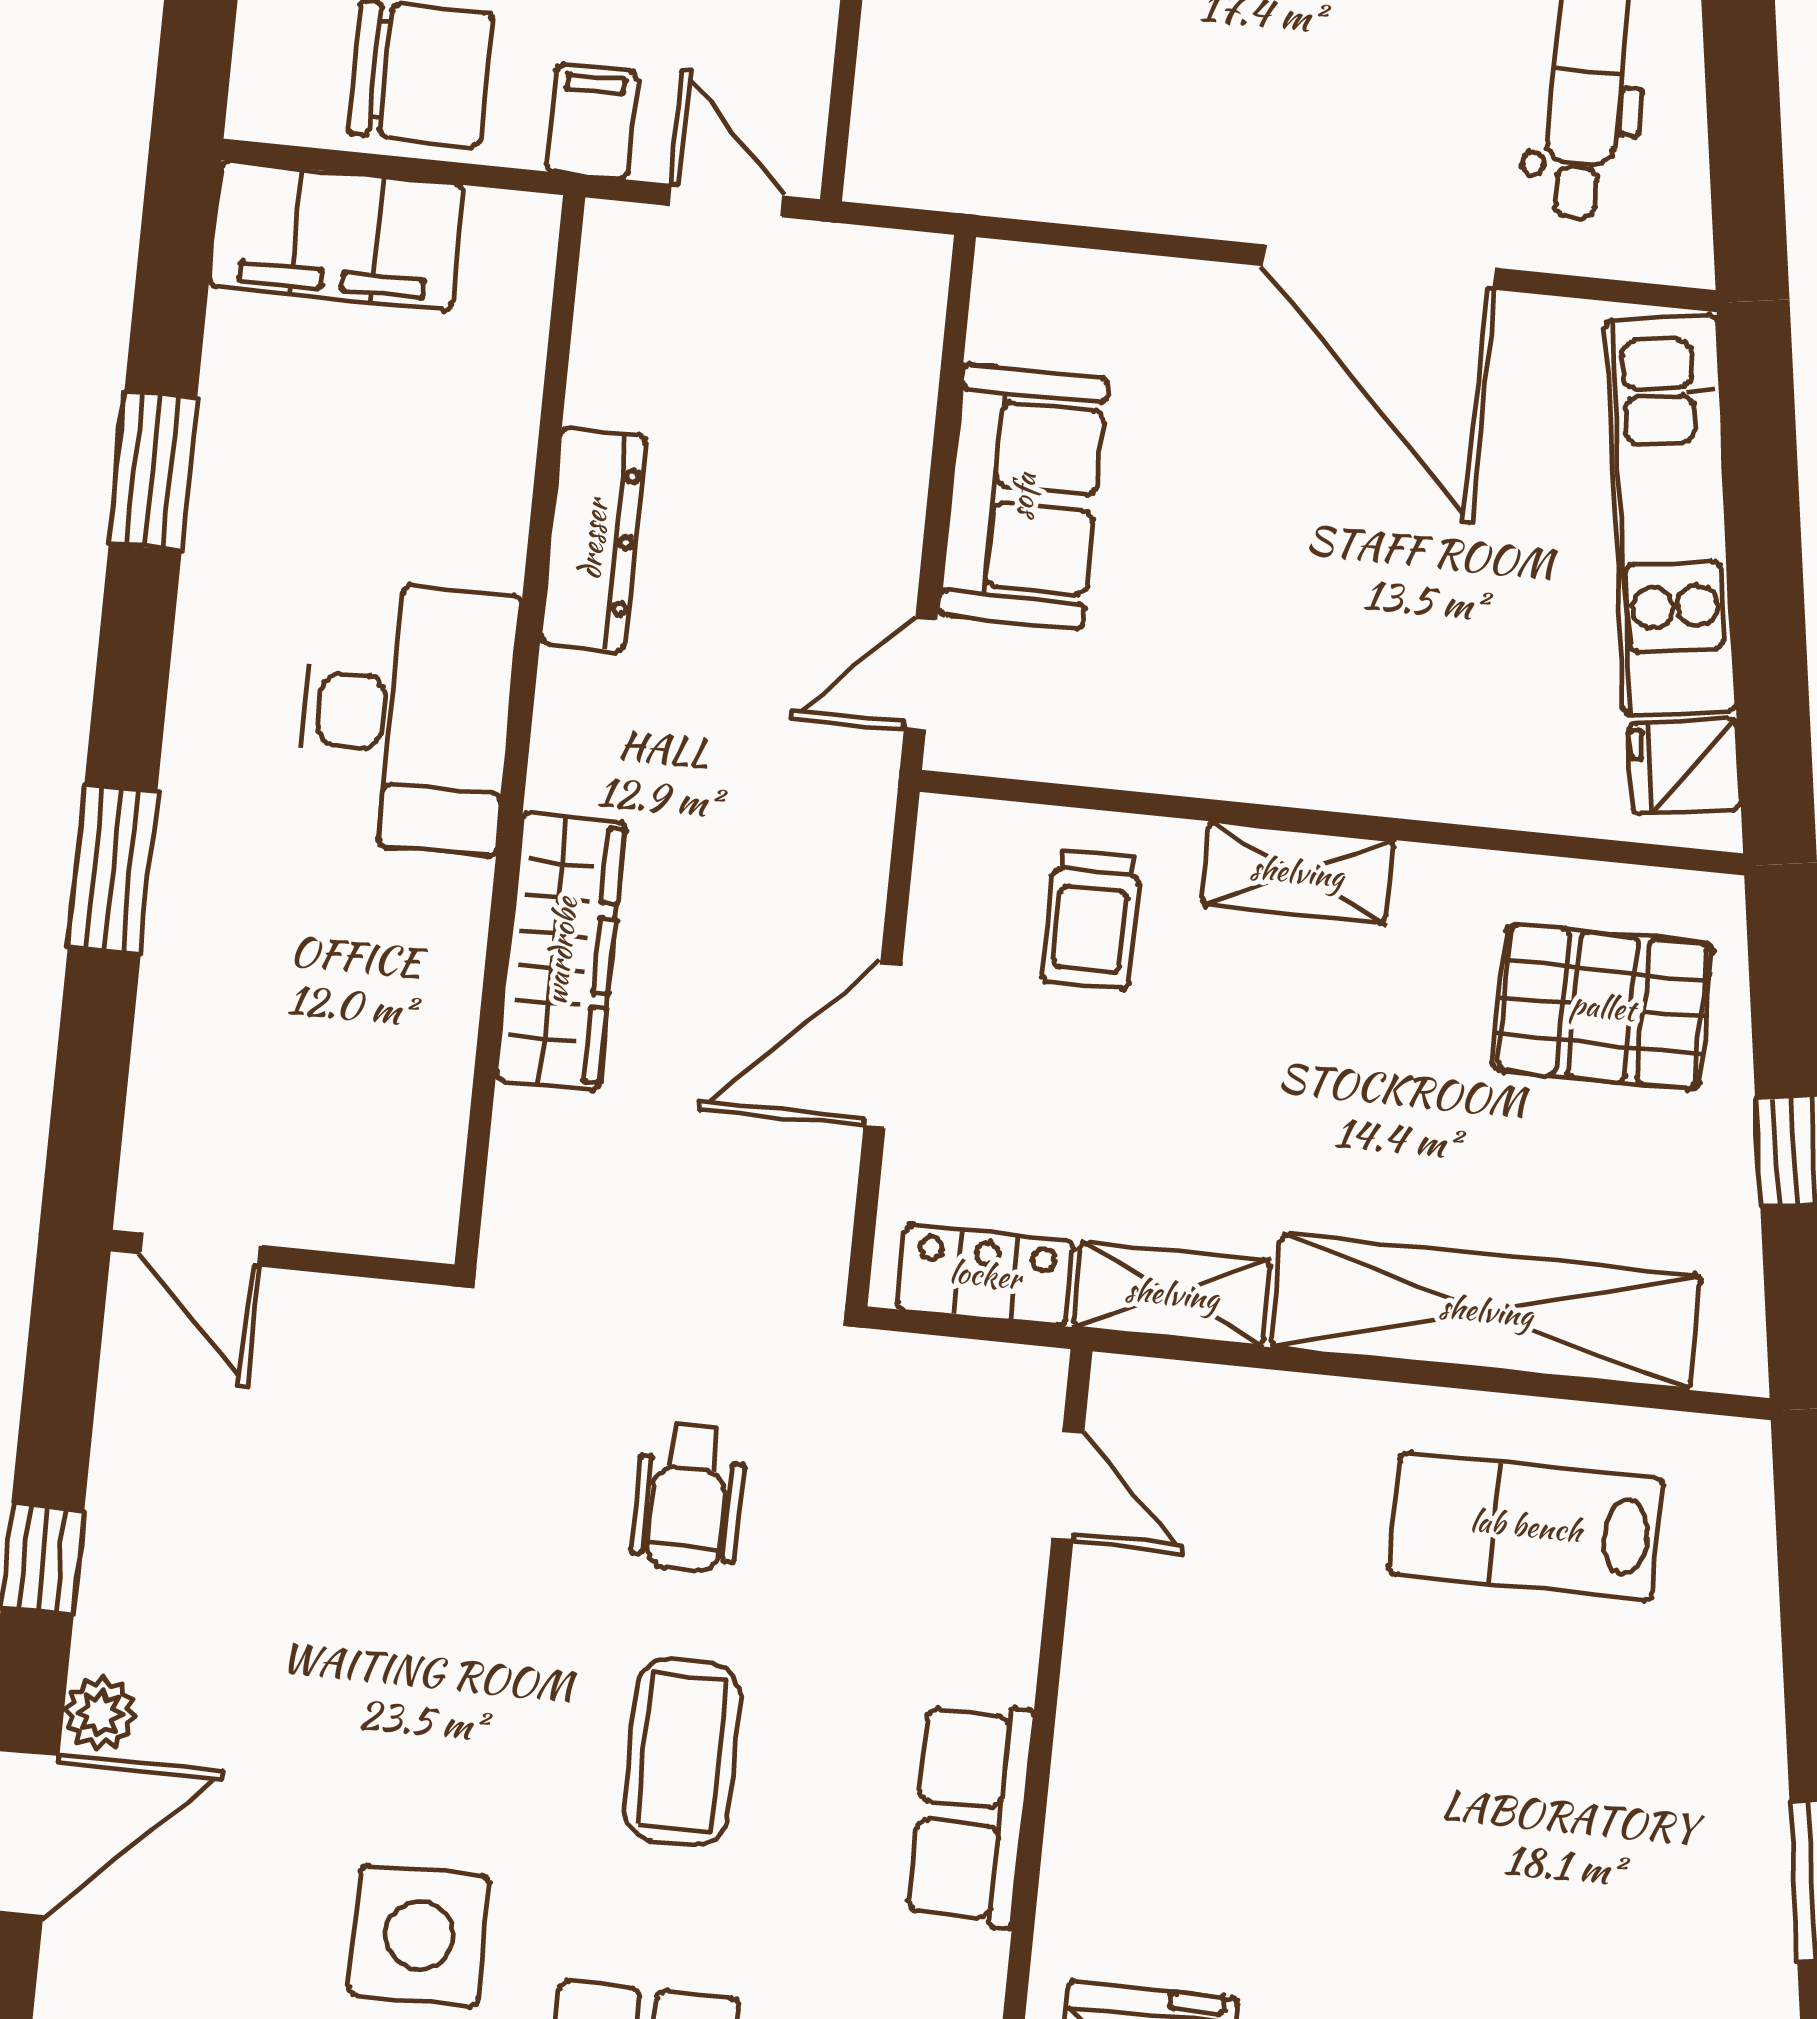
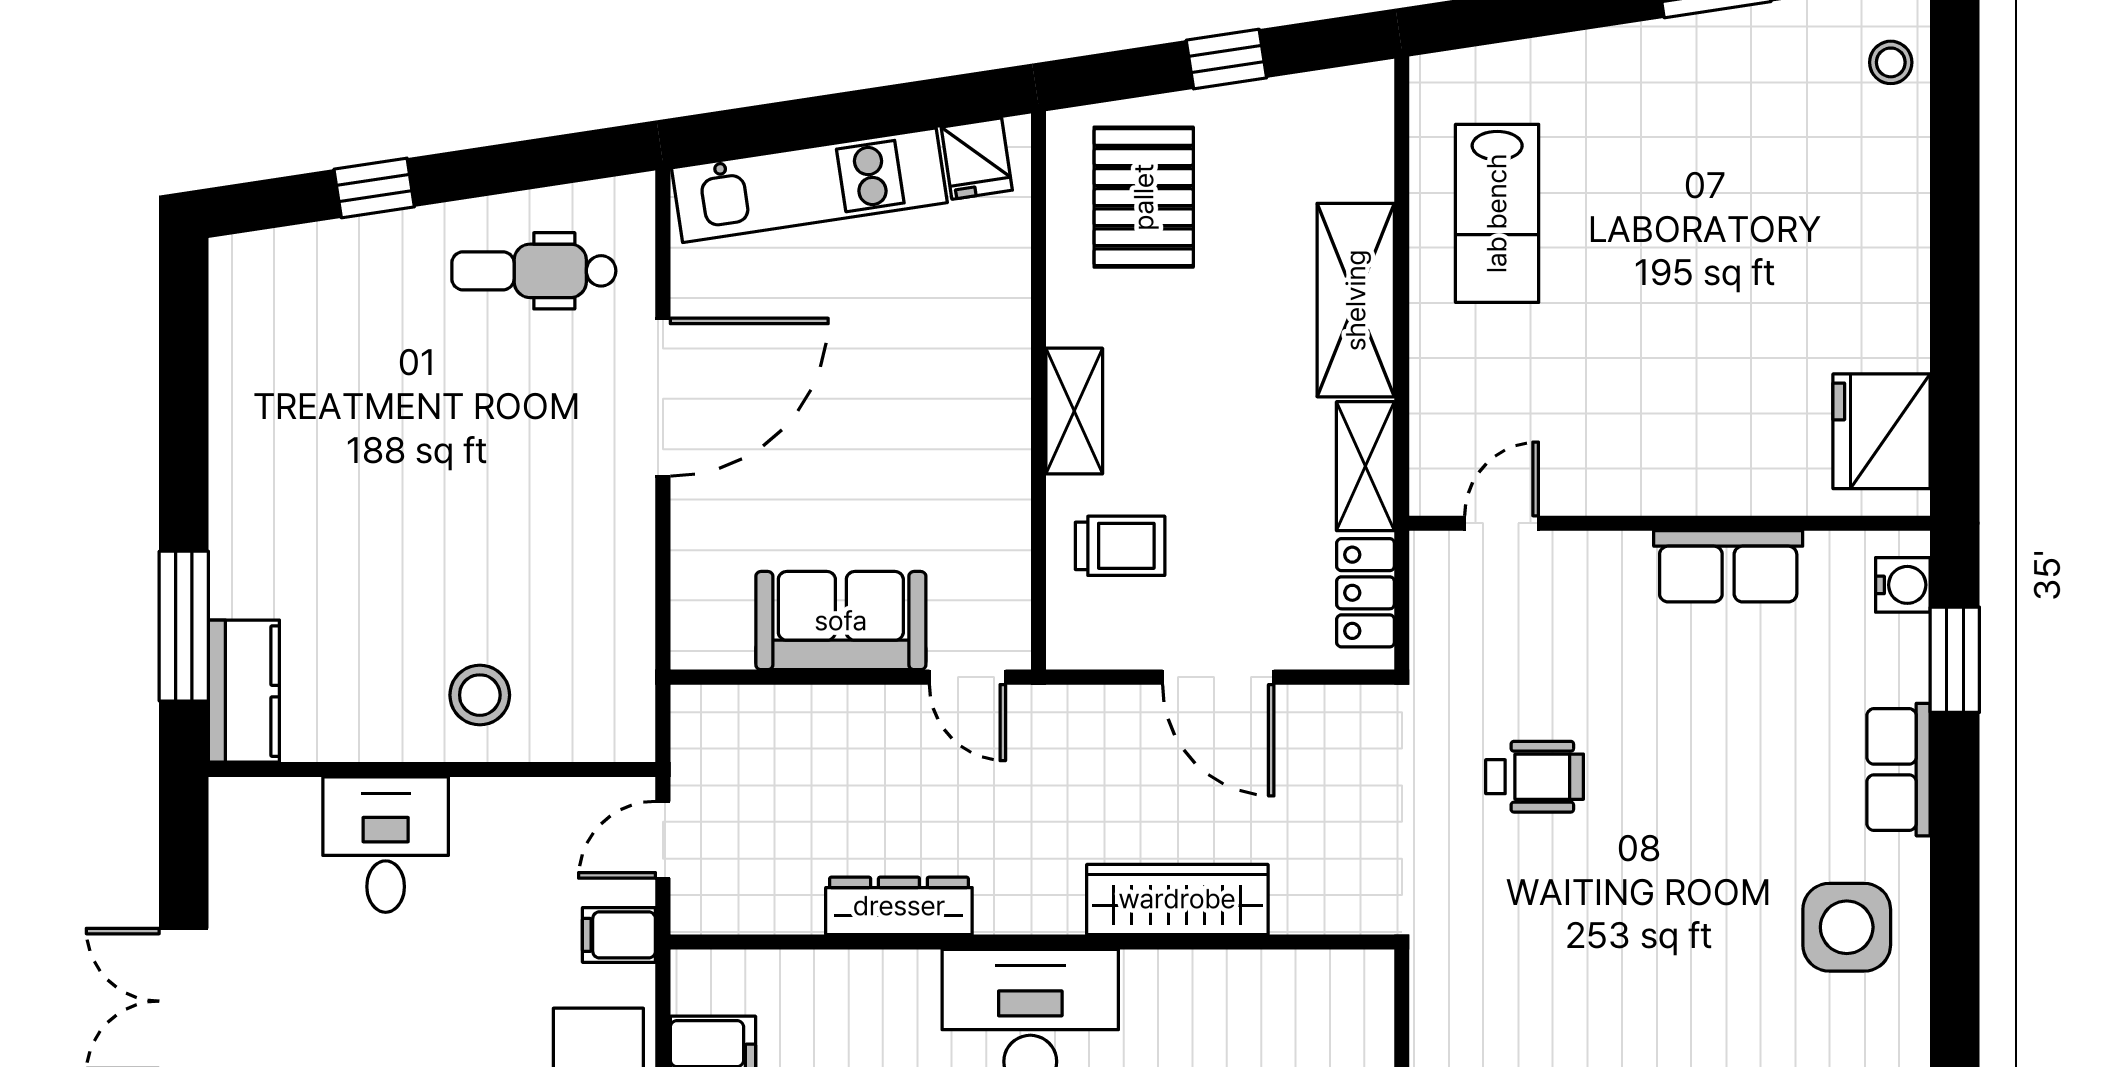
shelving: (1486, 1311) -> (1356, 300), width x0.68
coffee table: (682, 1752) -> (1706, 764), removed

